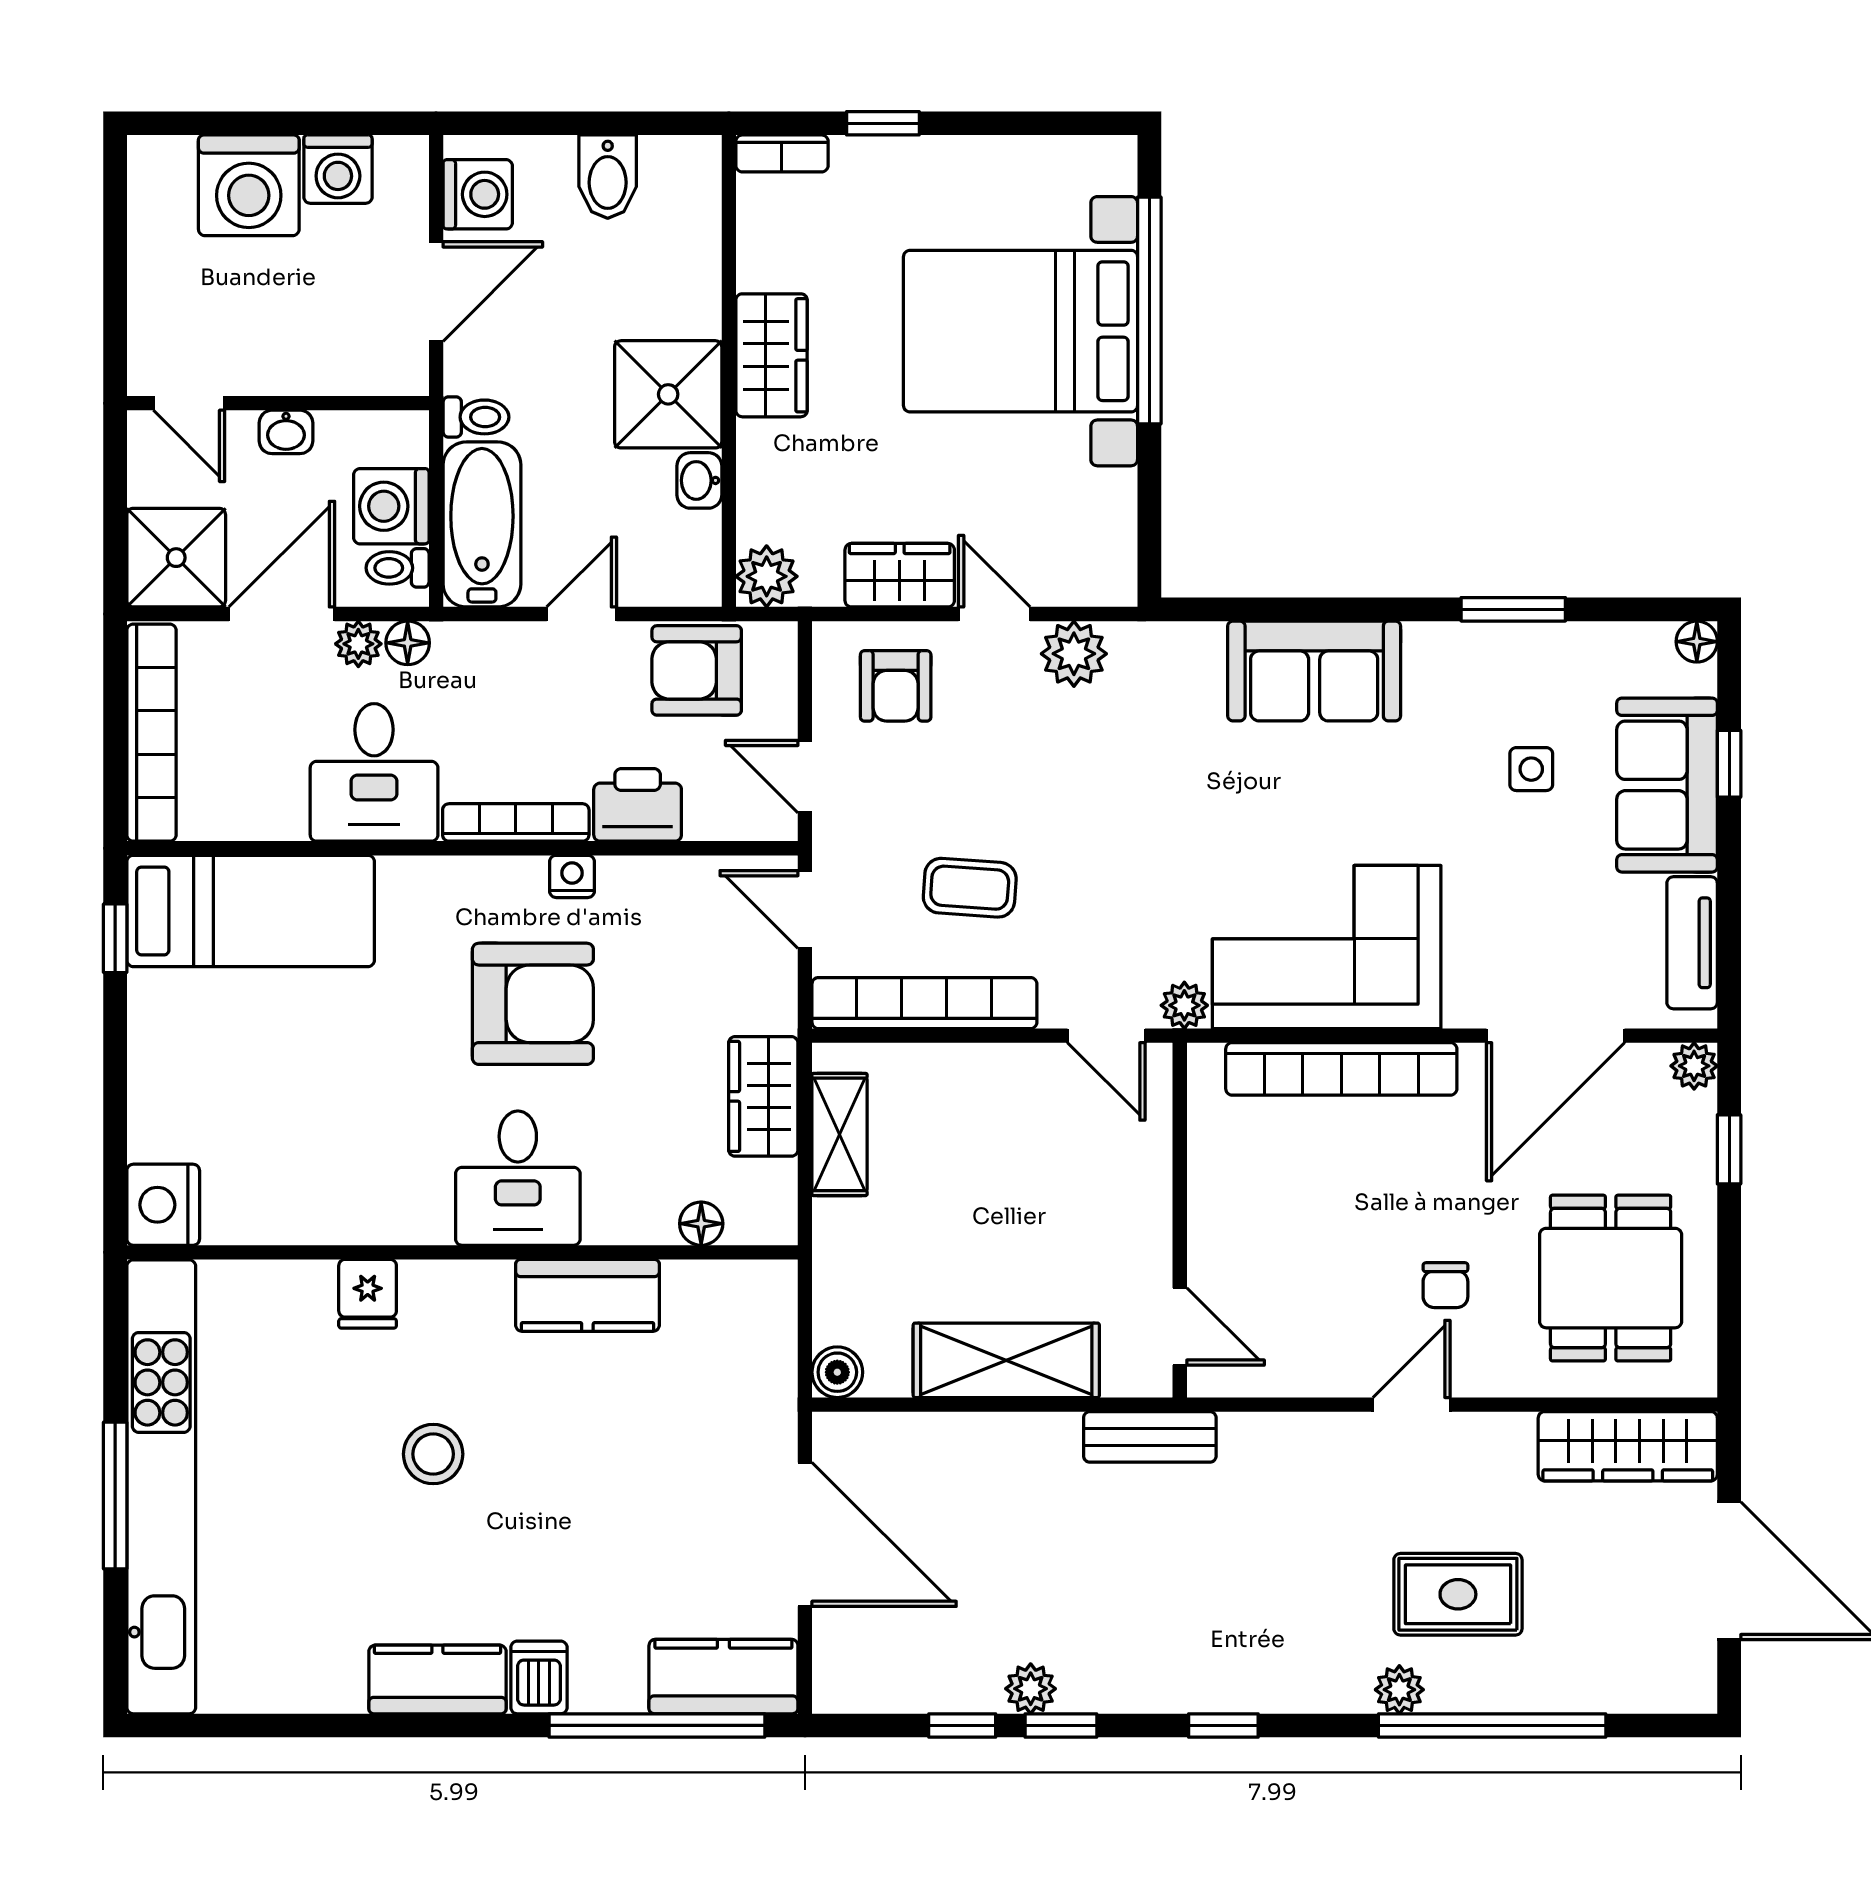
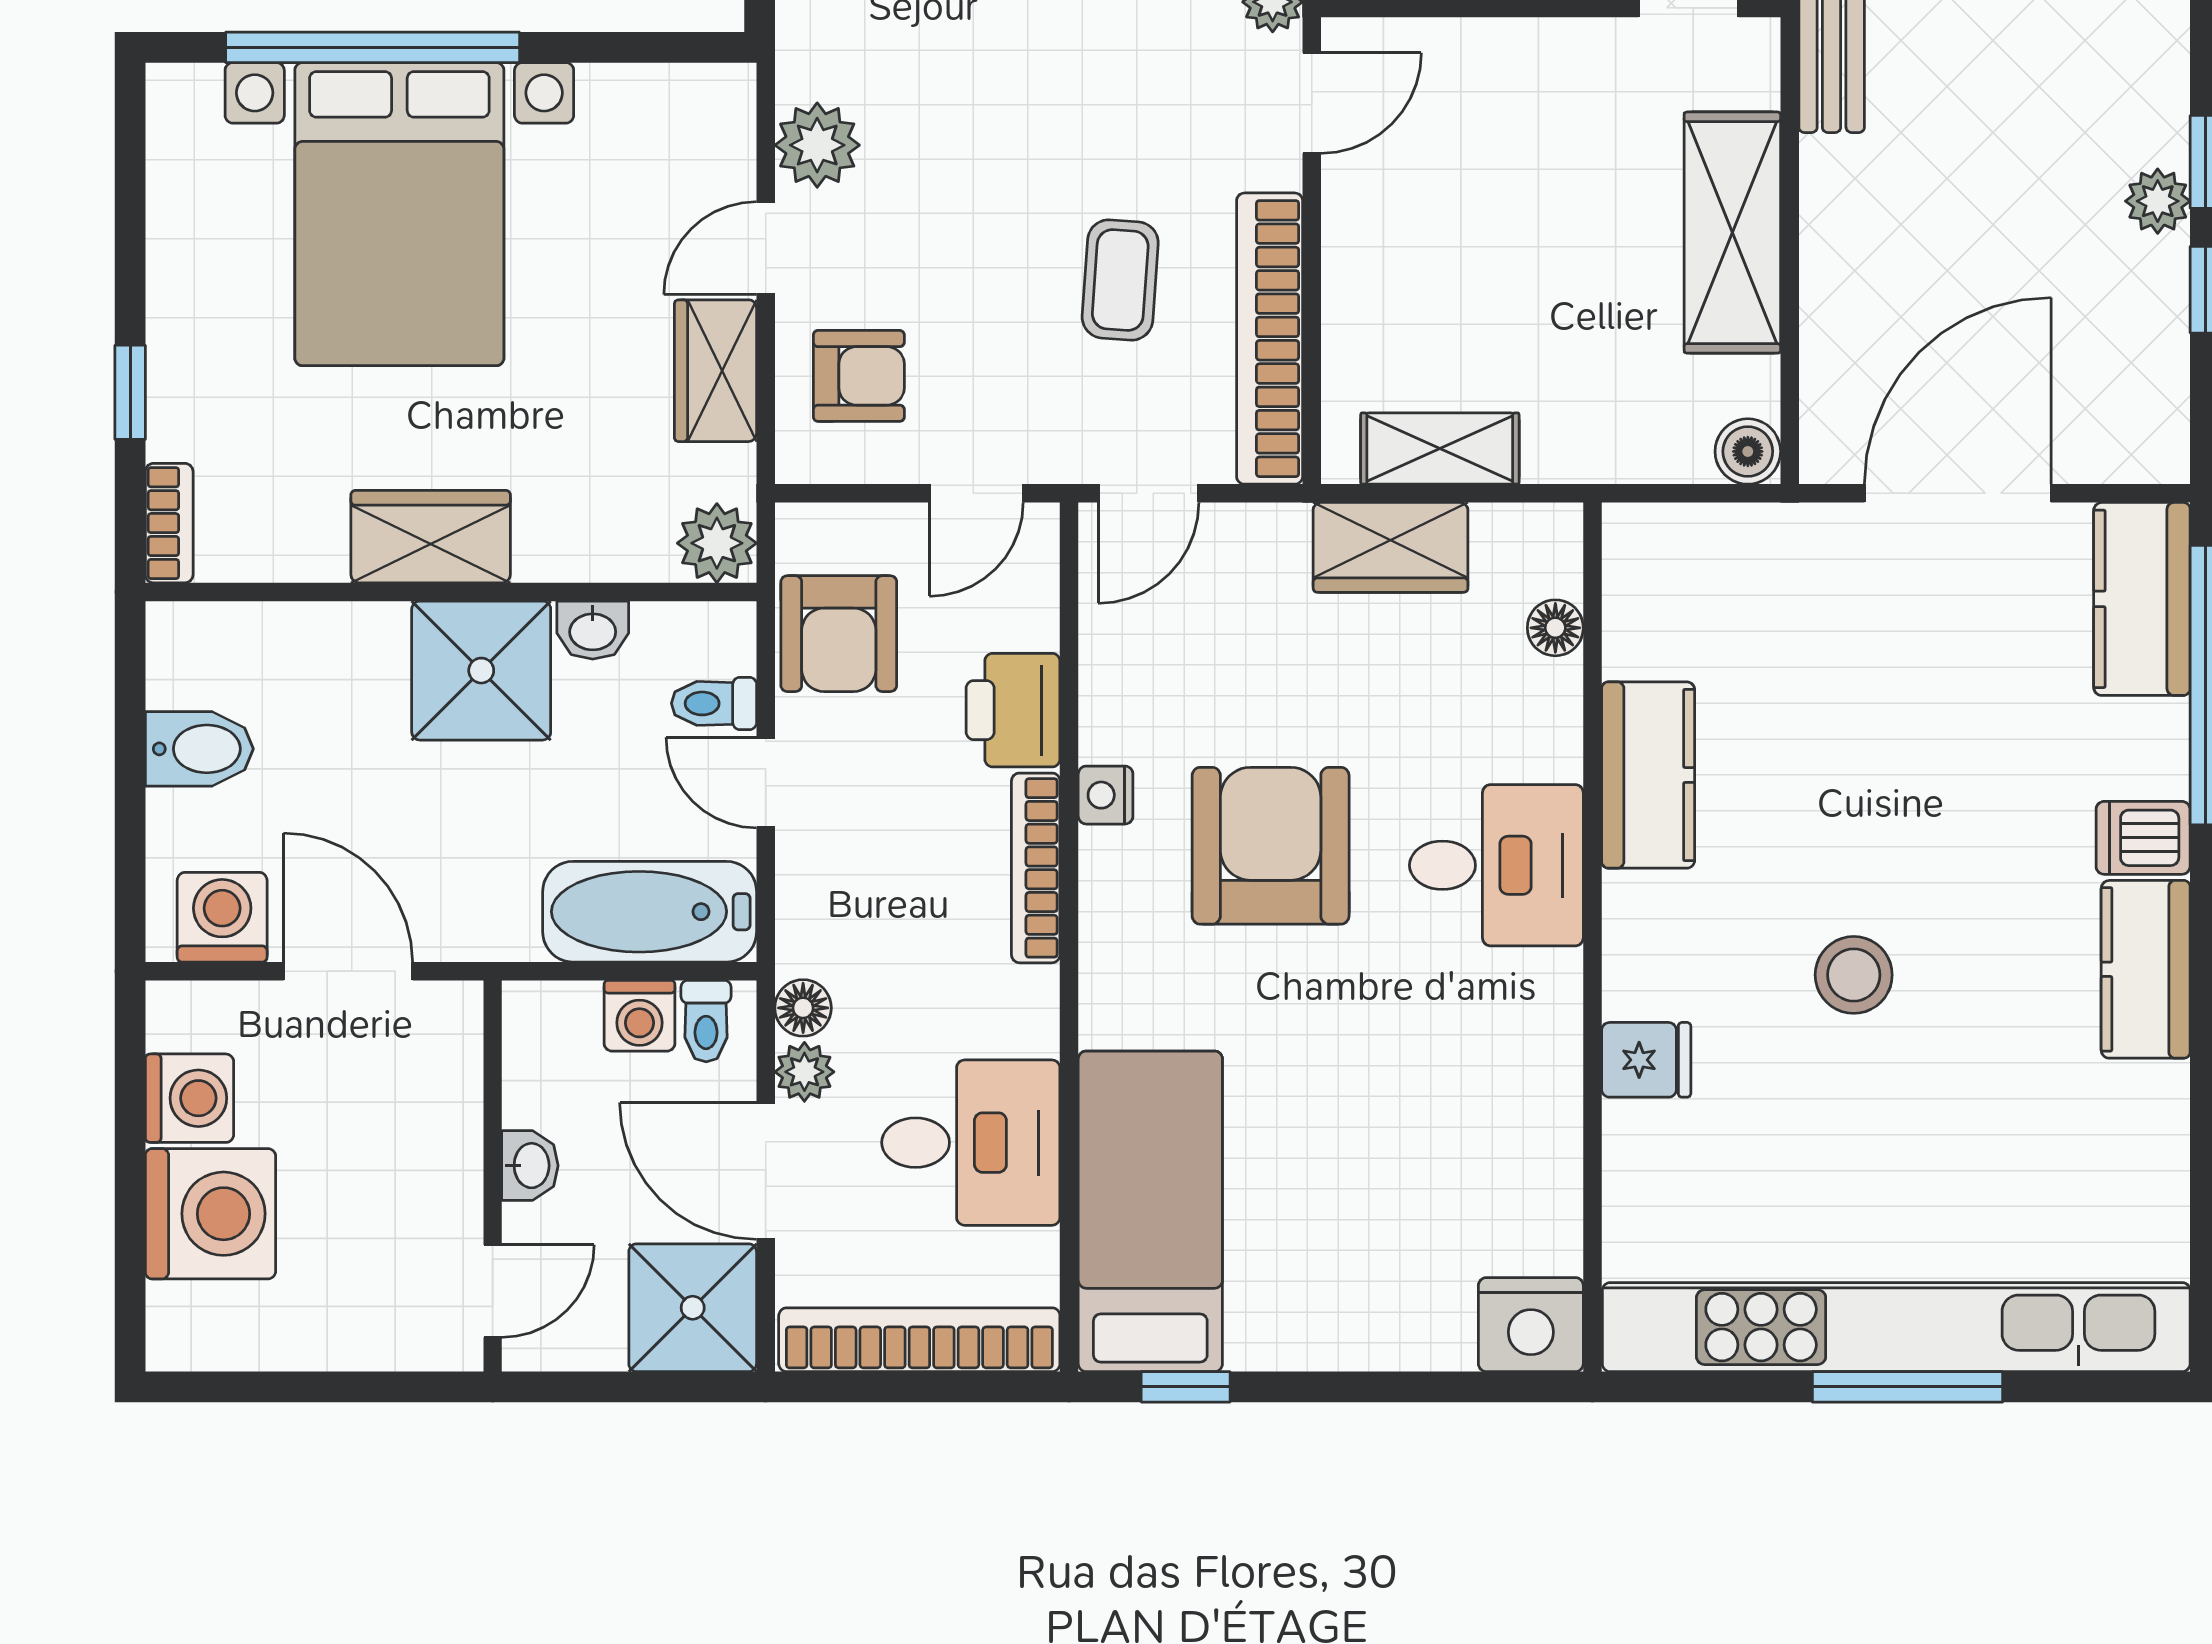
toilet: (476, 417) -> (714, 703), moved, turned -90
washing machine: (391, 506) -> (639, 1016), width x0.73, depth x0.73
desk: (374, 772) -> (971, 1143), moved

